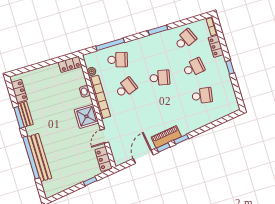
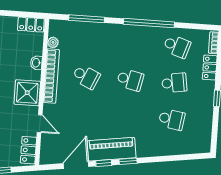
window: (158, 30) -> (149, 23), width x2.11
school desk: (185, 40) -> (177, 46), turned 42
school desk: (118, 60) -> (89, 40), removed
school desk: (126, 88) -> (86, 77), turned 45
door: (104, 136) -> (40, 124), swing flipped
piano: (166, 137) -> (111, 149), width x1.37, depth x1.33

